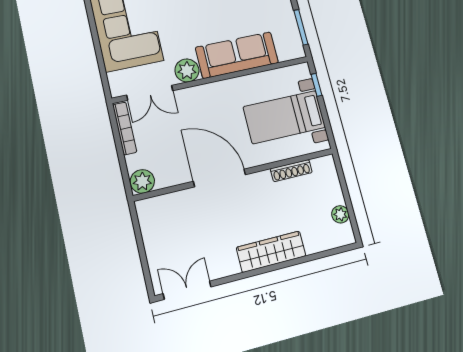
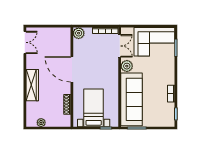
sofa: (237, 55) -> (131, 99), width x1.36, depth x1.27
double door: (150, 93) -> (120, 46), swing flipped
door: (220, 178) -> (72, 69), swing flipped

